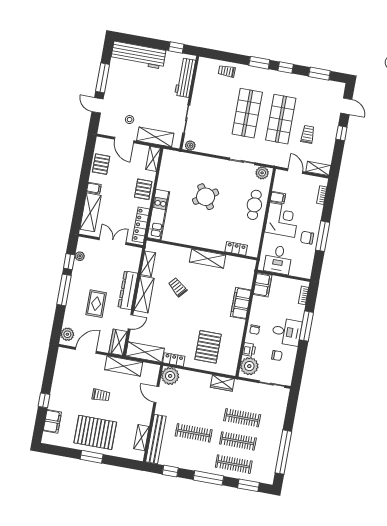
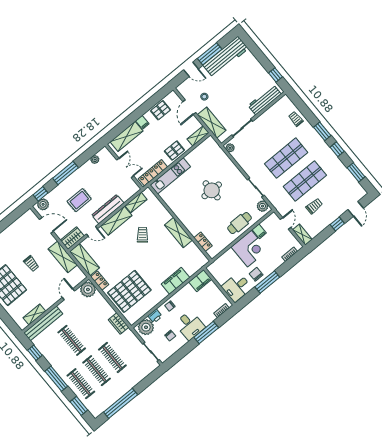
workbench: (138, 55) -> (226, 57), moved, turned -90
door: (98, 105) -> (191, 69), swing flipped
round table: (206, 197) -> (212, 190), turned 34
desk: (278, 260) -> (237, 287), moved
window: (69, 262) -> (40, 194), moved
pallet: (208, 347) -> (129, 291), width x1.37, depth x1.41

